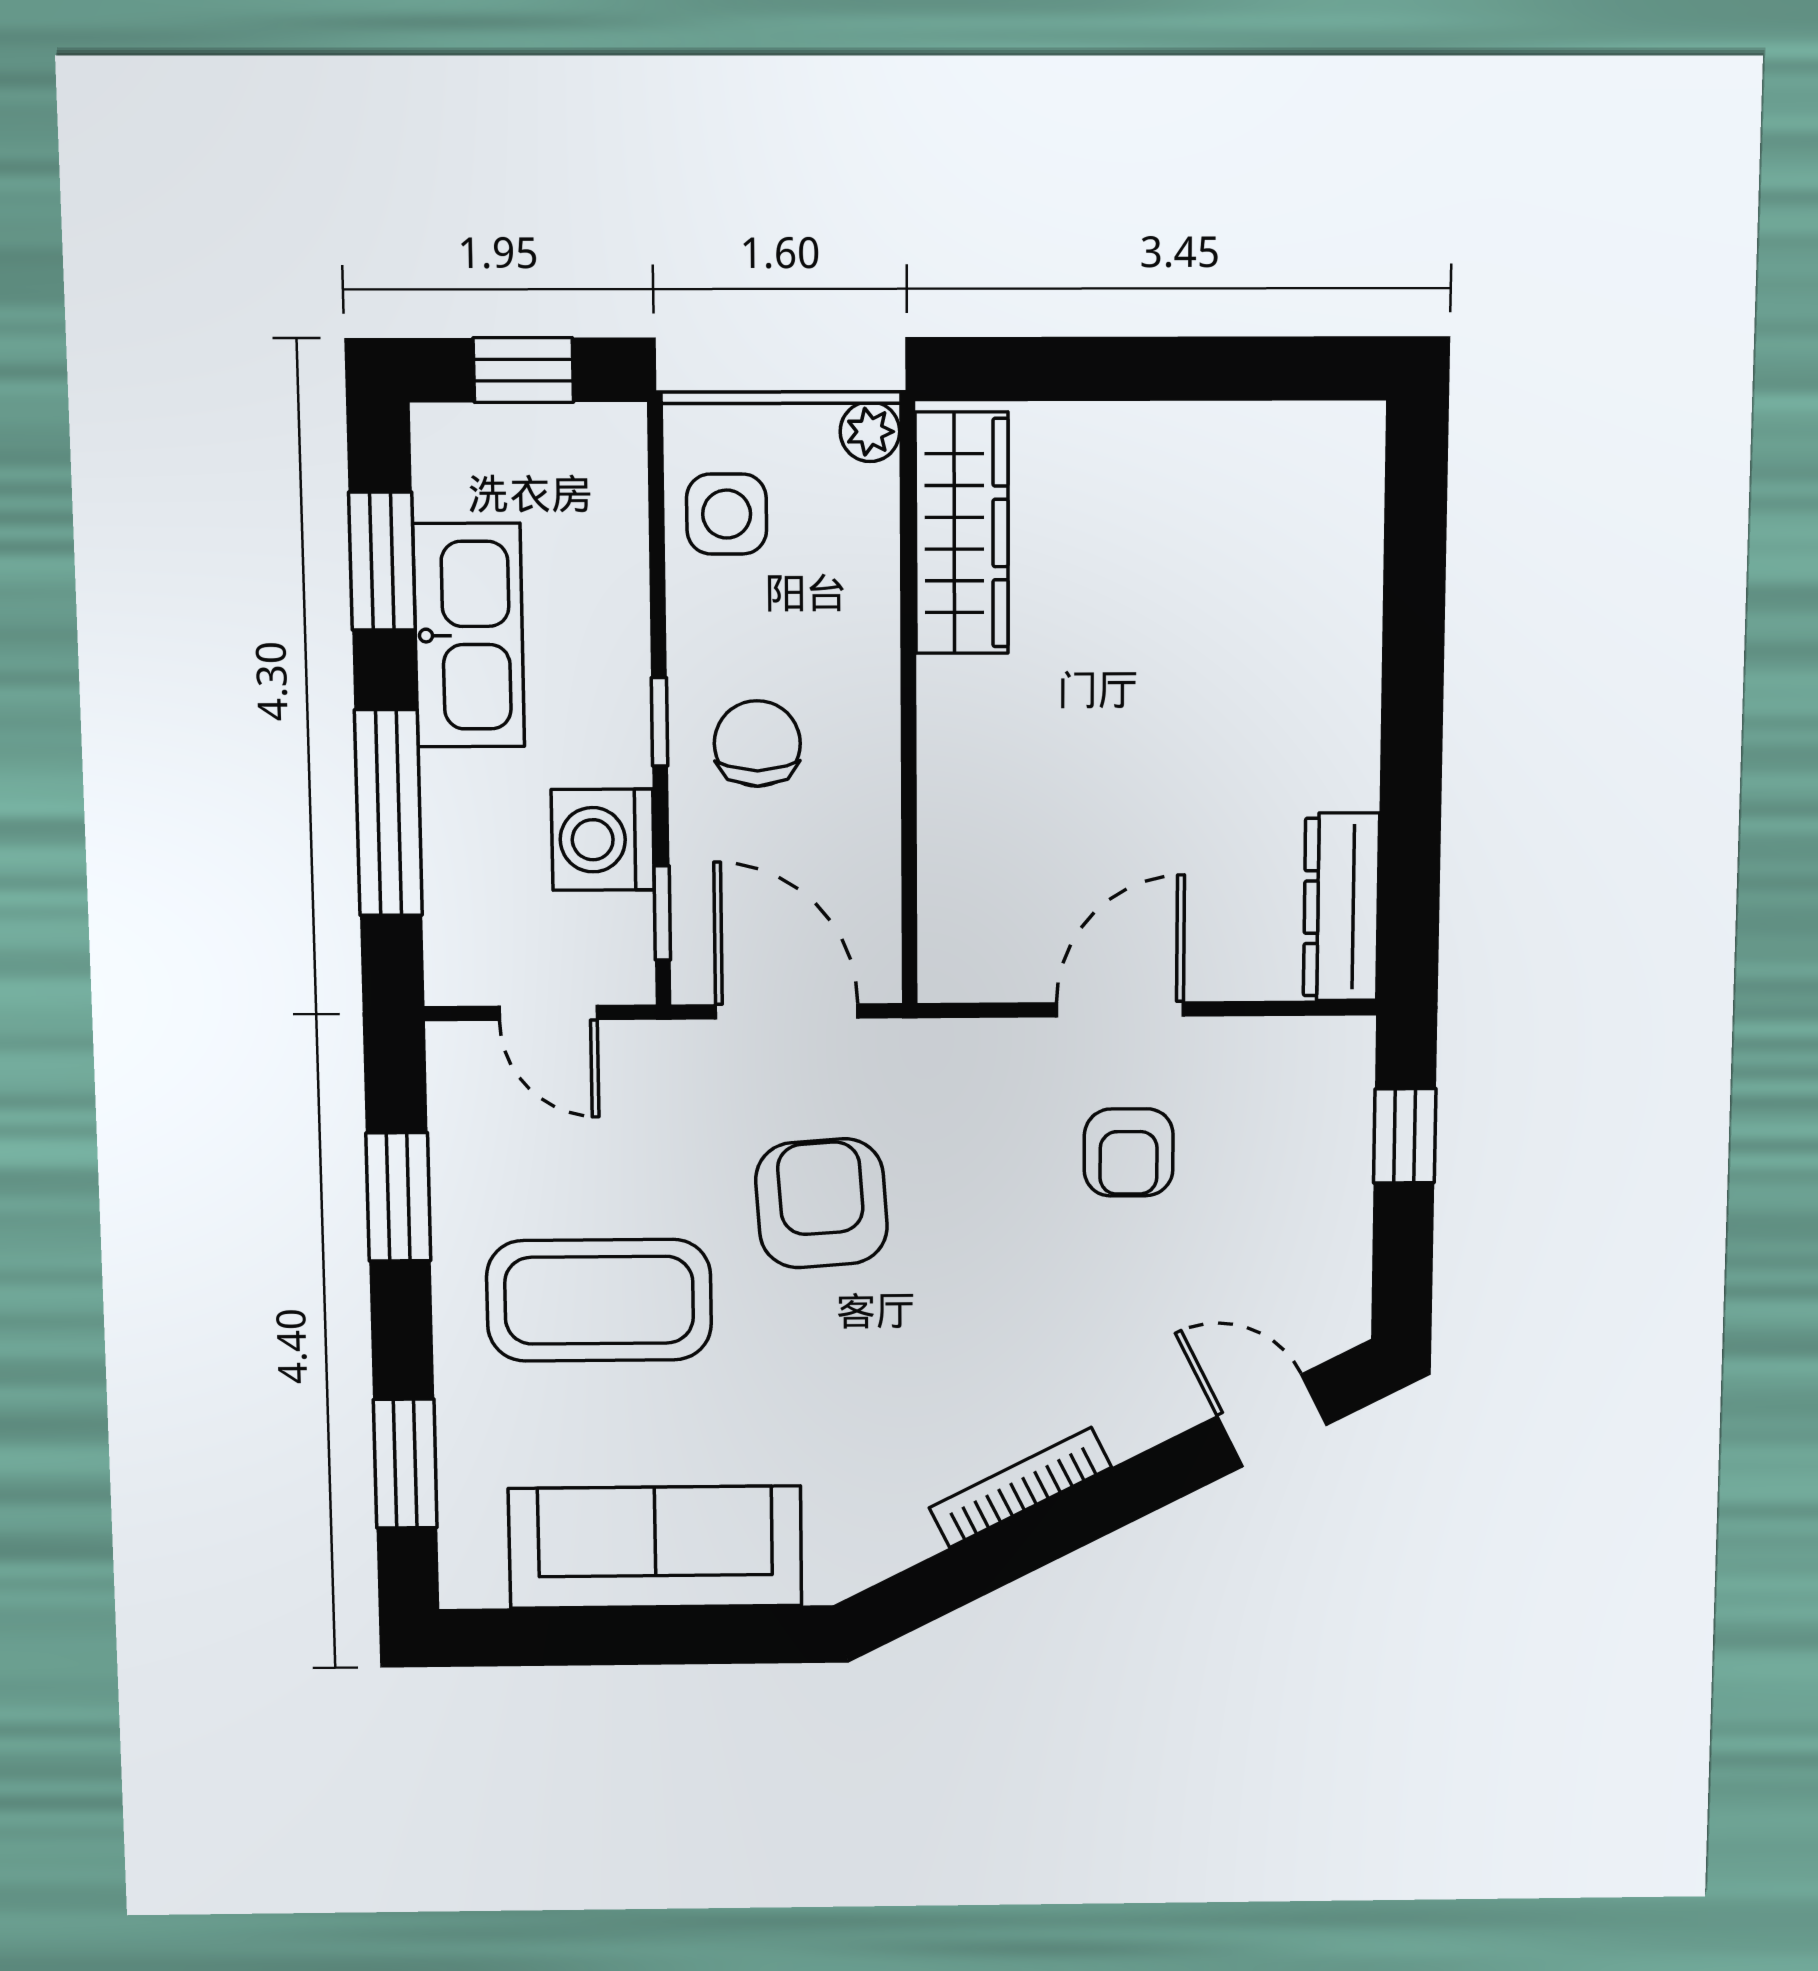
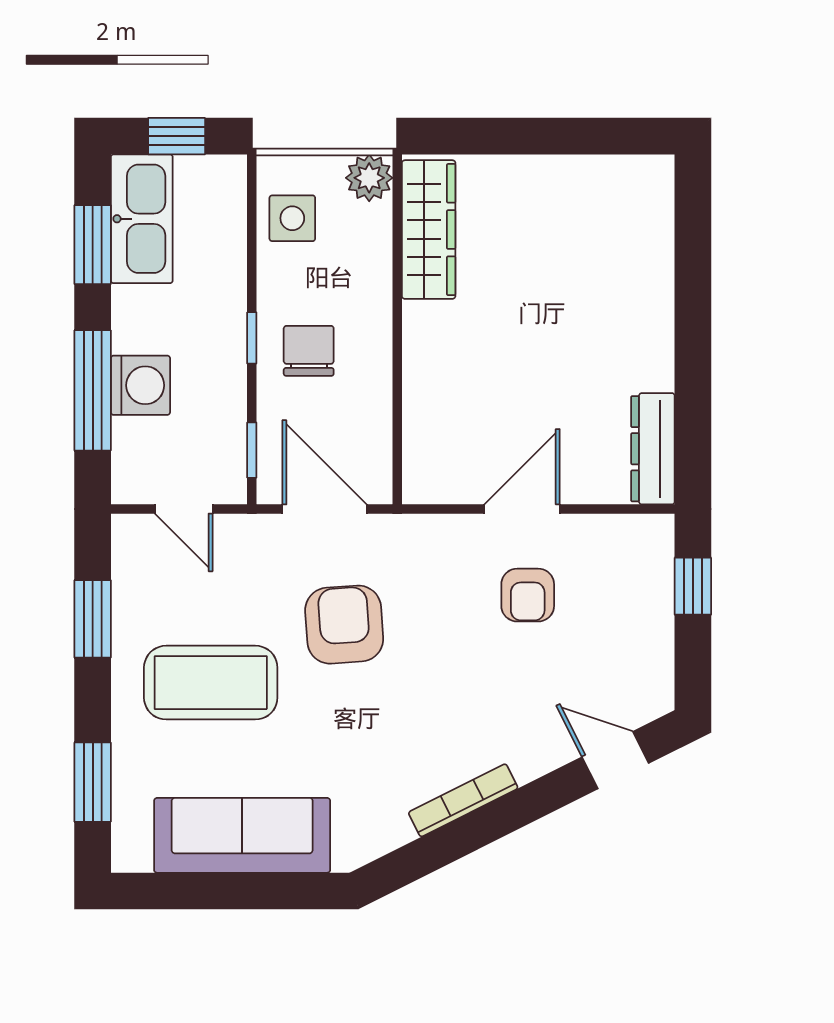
plant: (870, 432) -> (369, 178), width x1.38, depth x1.38
kitchen sink: (469, 635) -> (142, 219), moved
washing machine: (603, 840) -> (140, 385), moved, turned 180

